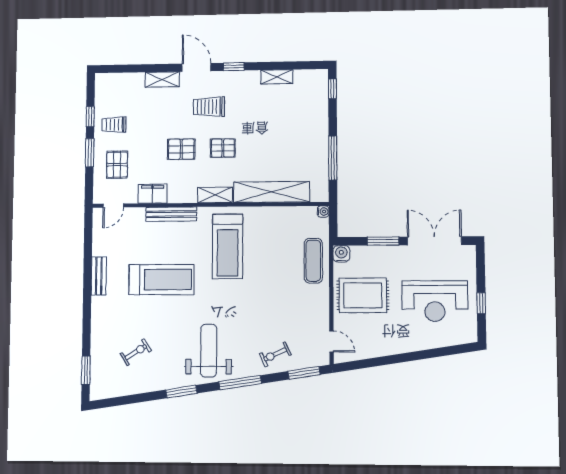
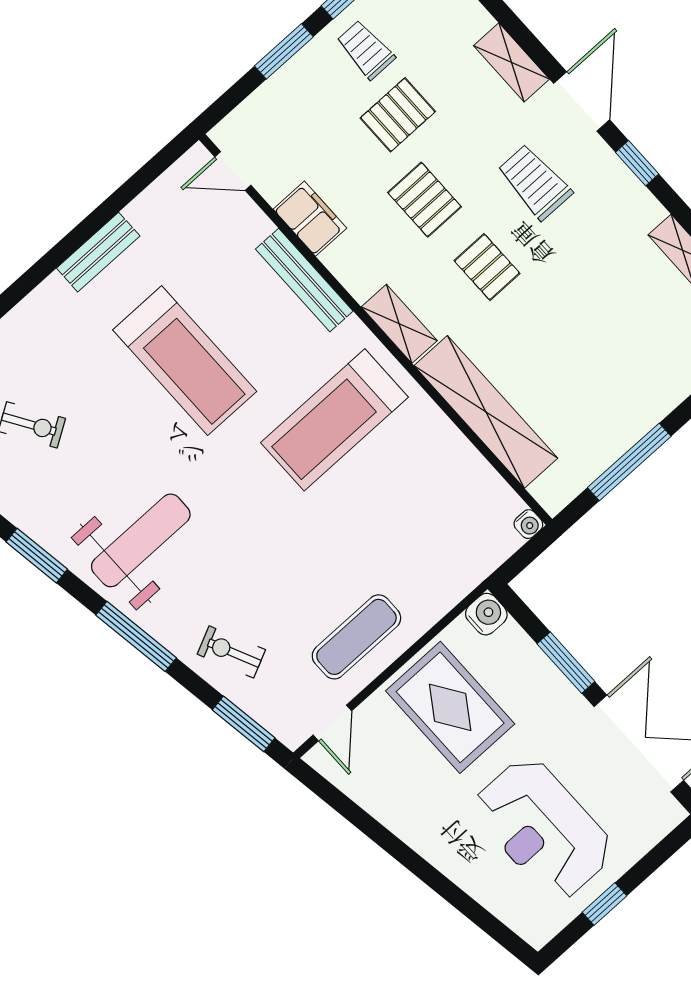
pallet: (117, 165) -> (398, 115), moved
exercise mat: (313, 261) -> (356, 637), moved

